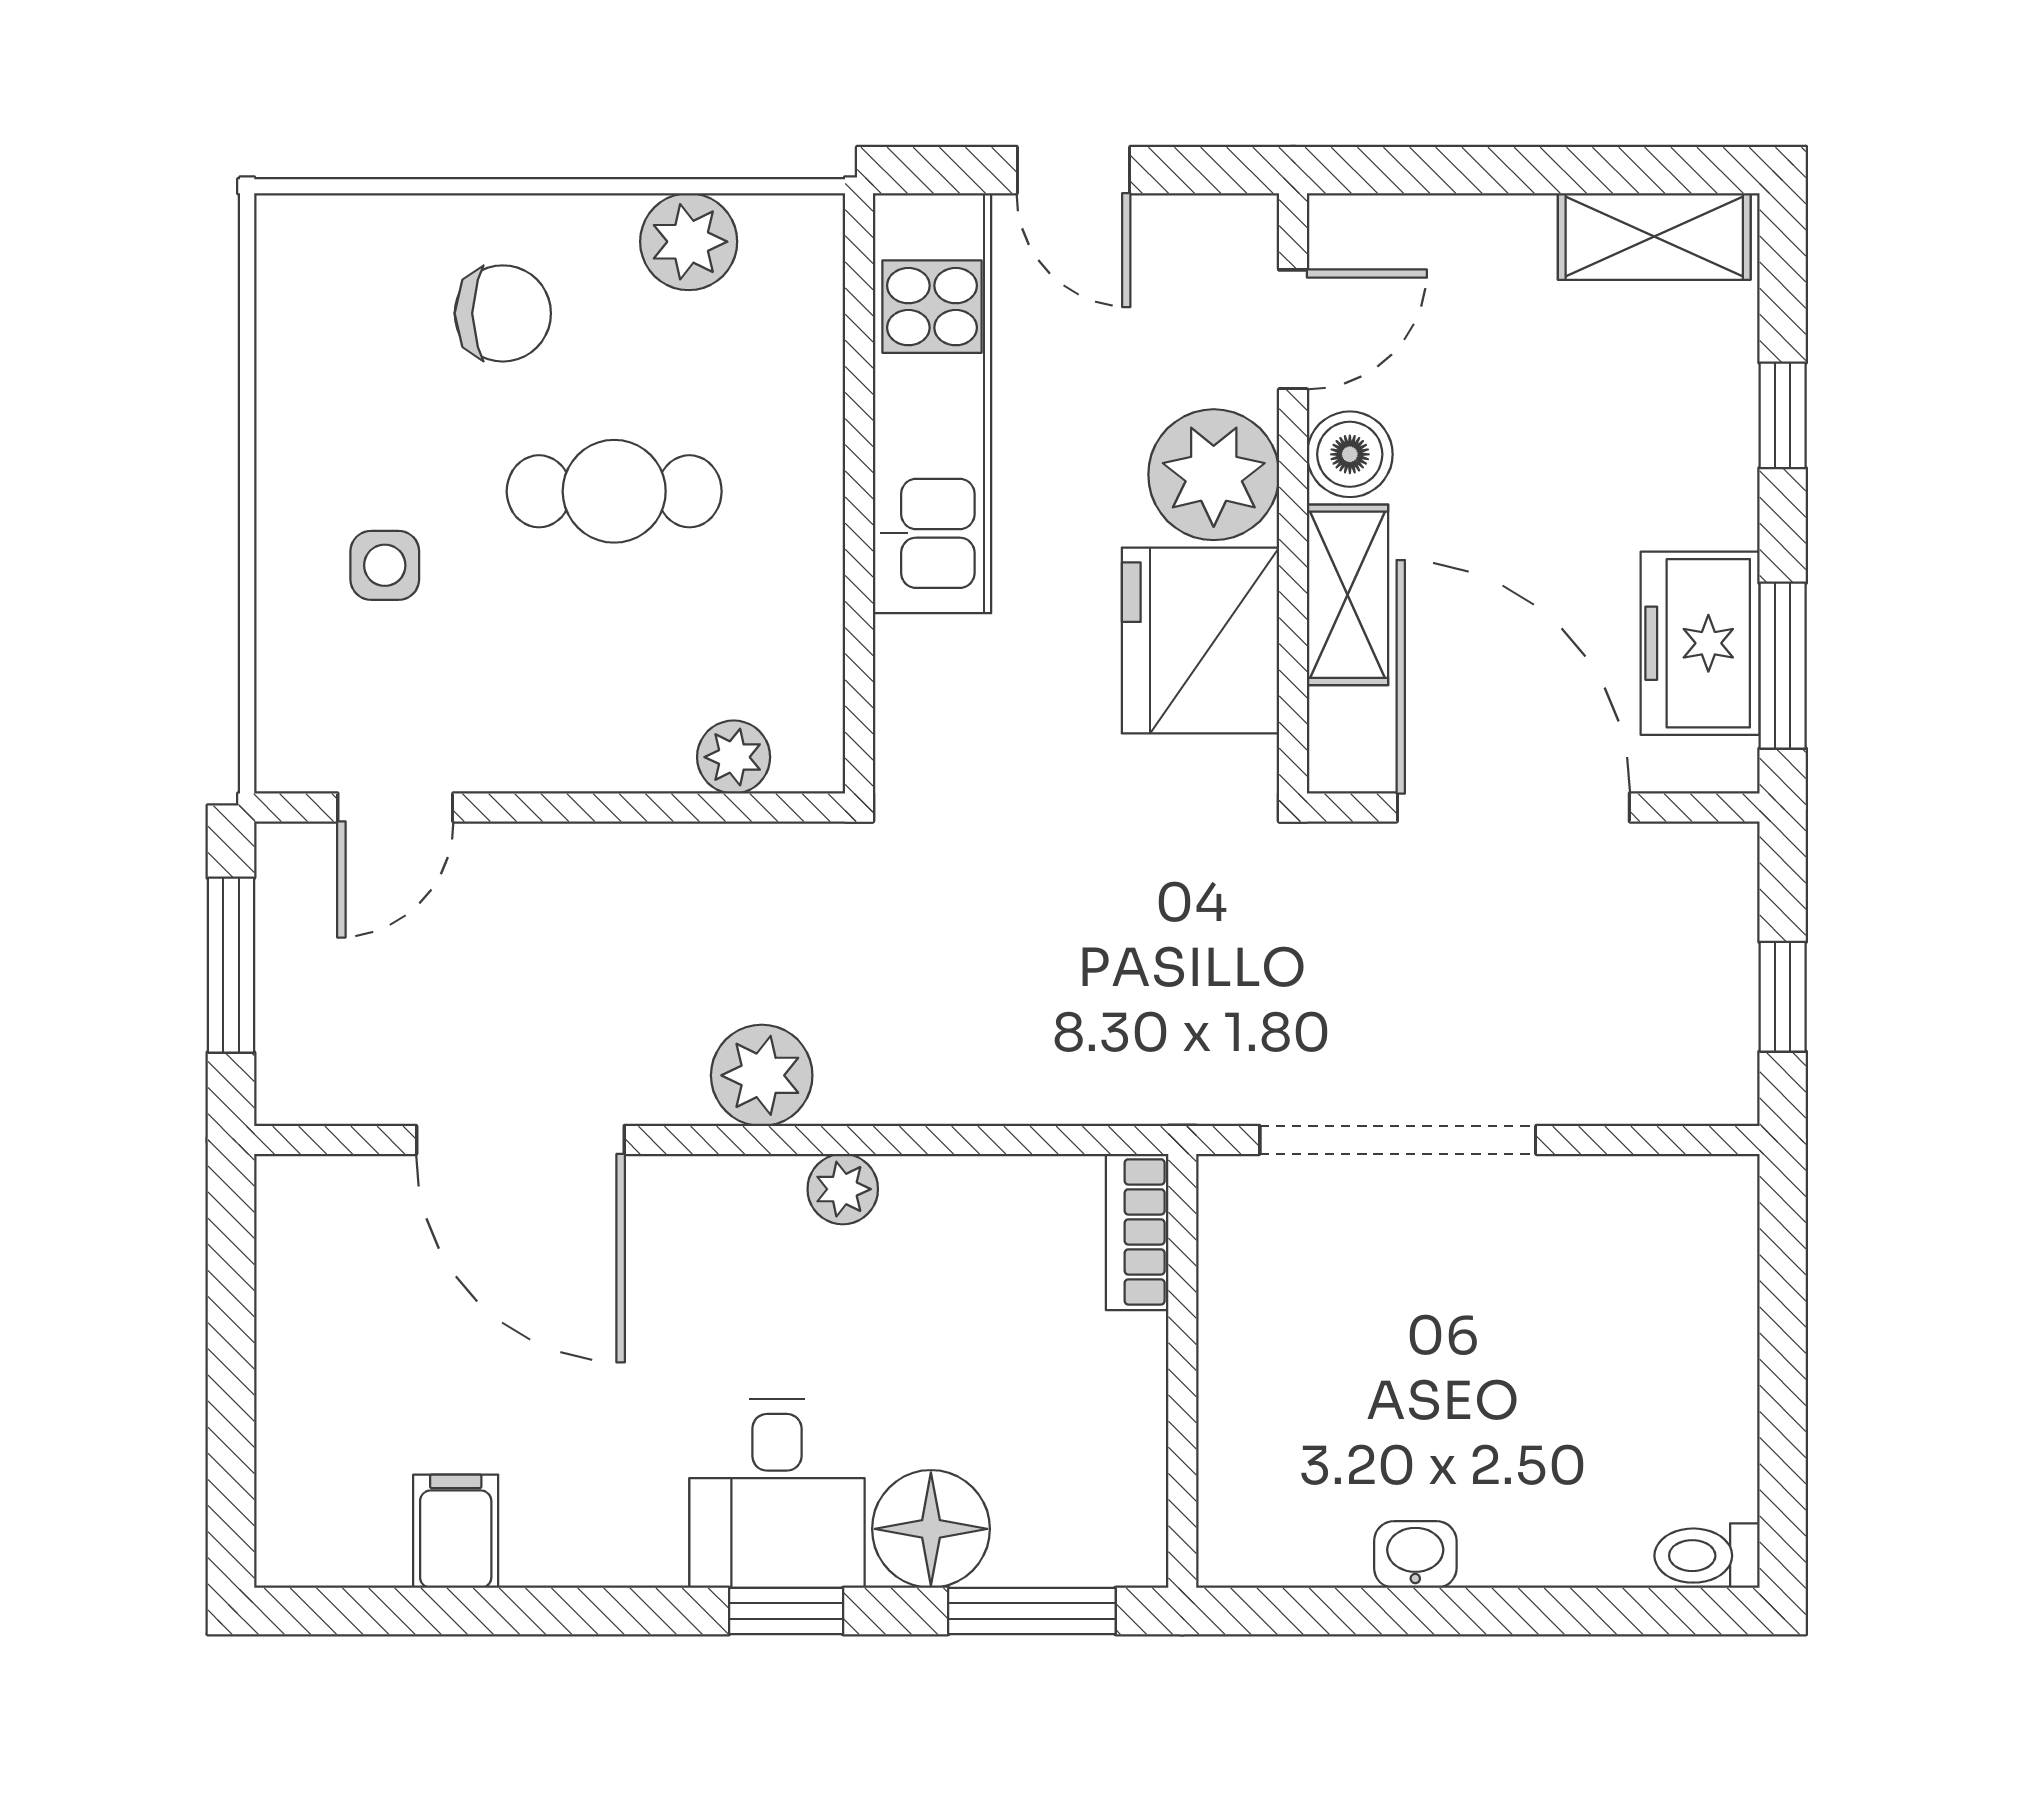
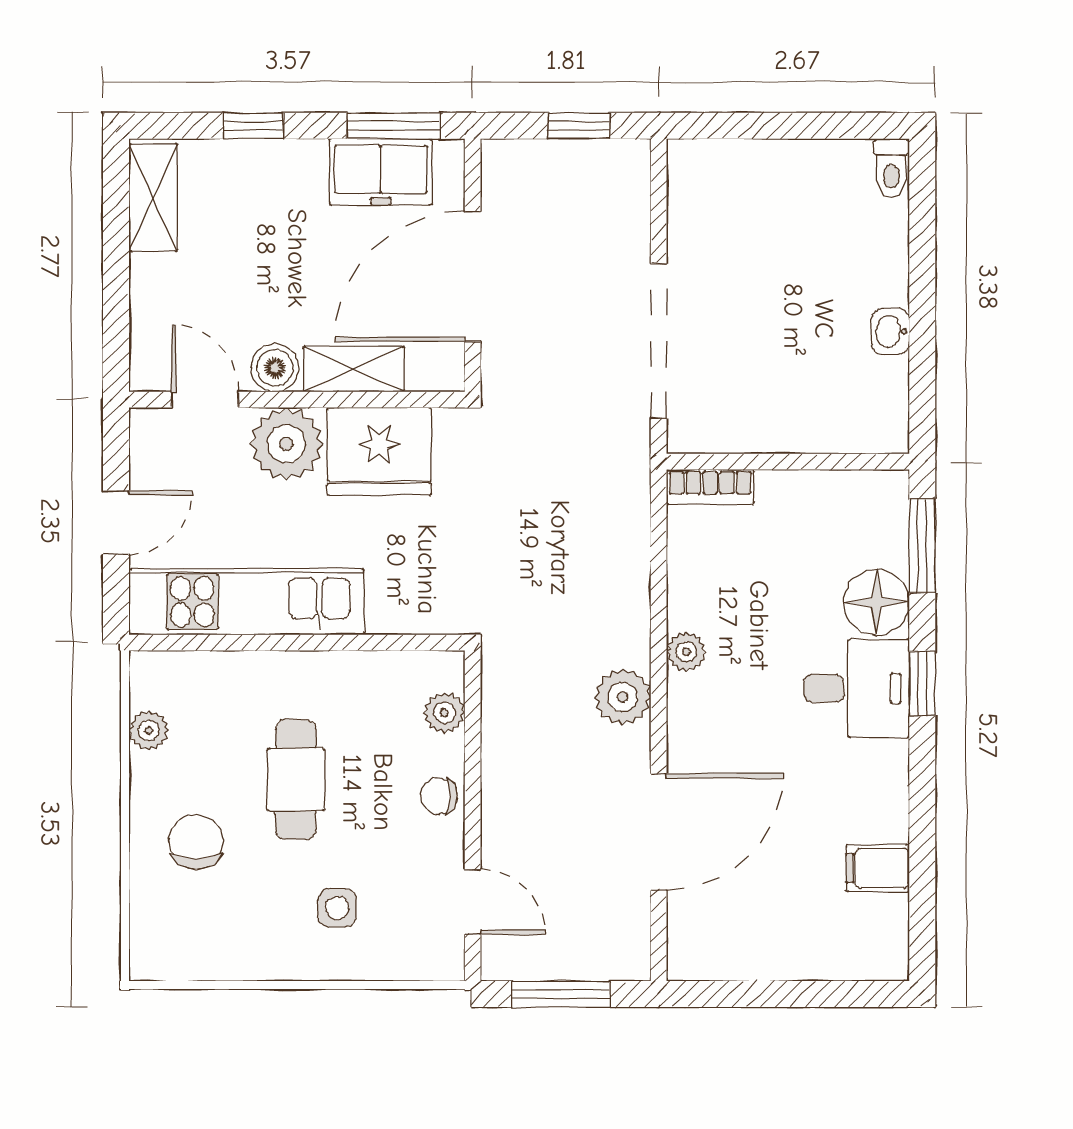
plant: (689, 242) -> (149, 730), width x0.73, depth x0.73
chair: (584, 747) -> (439, 796), added

